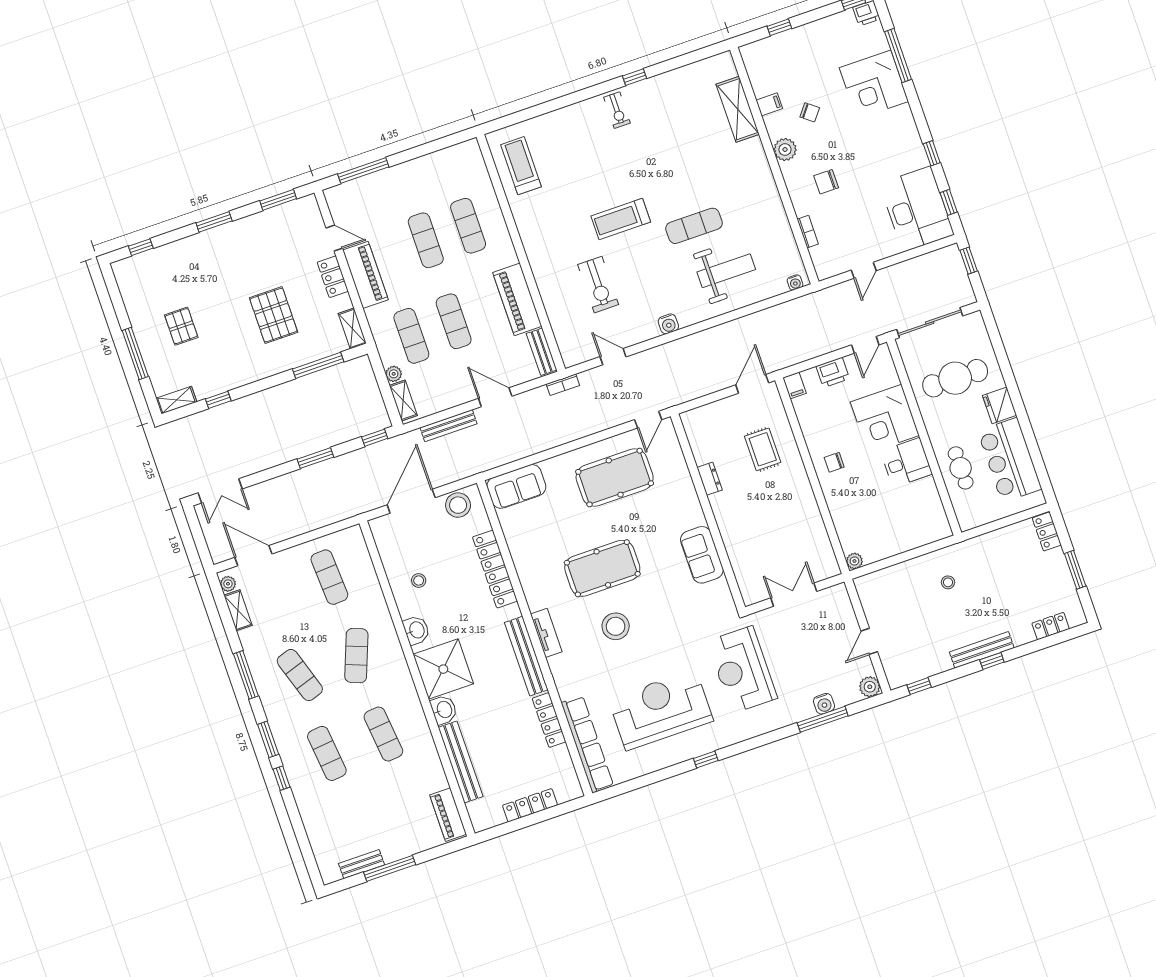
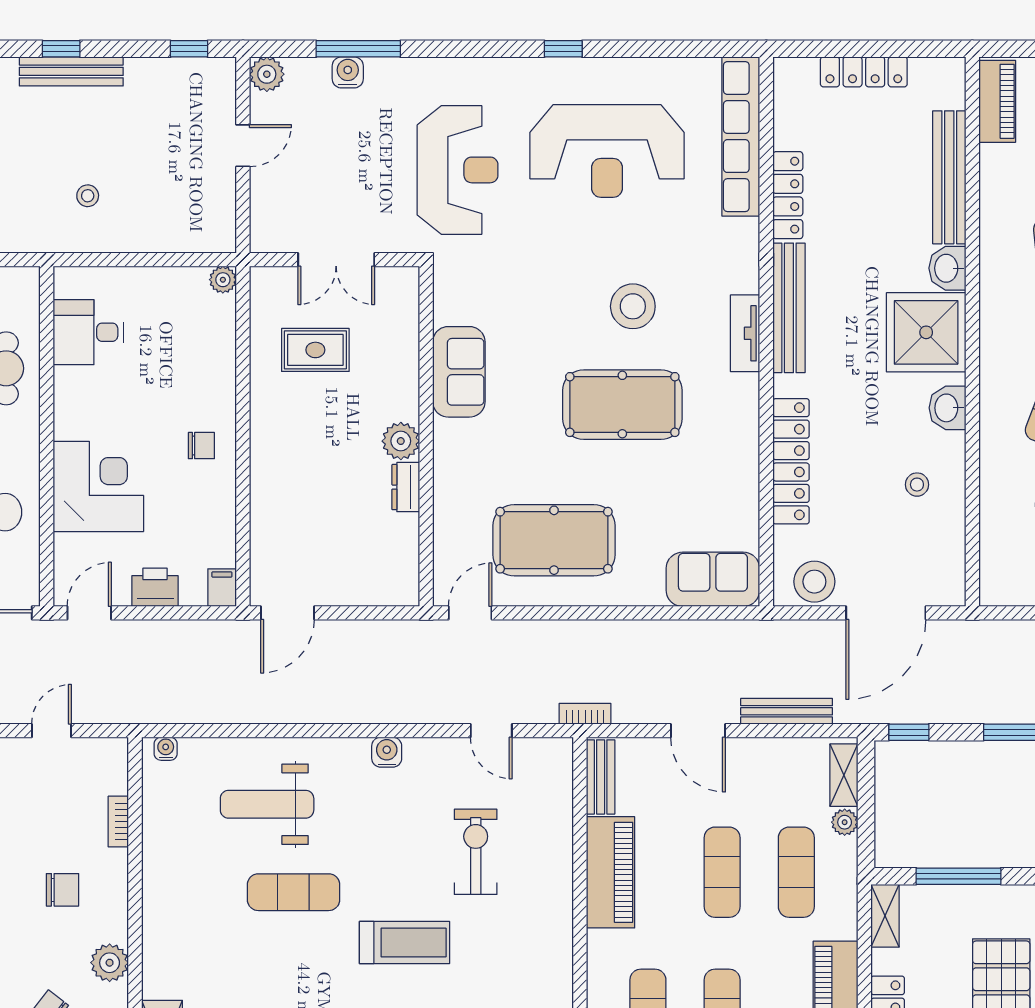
rug: (763, 449) -> (315, 350), moved, turned 90
desk: (906, 463) -> (88, 332), moved
plant: (721, 504) -> (401, 441), added

